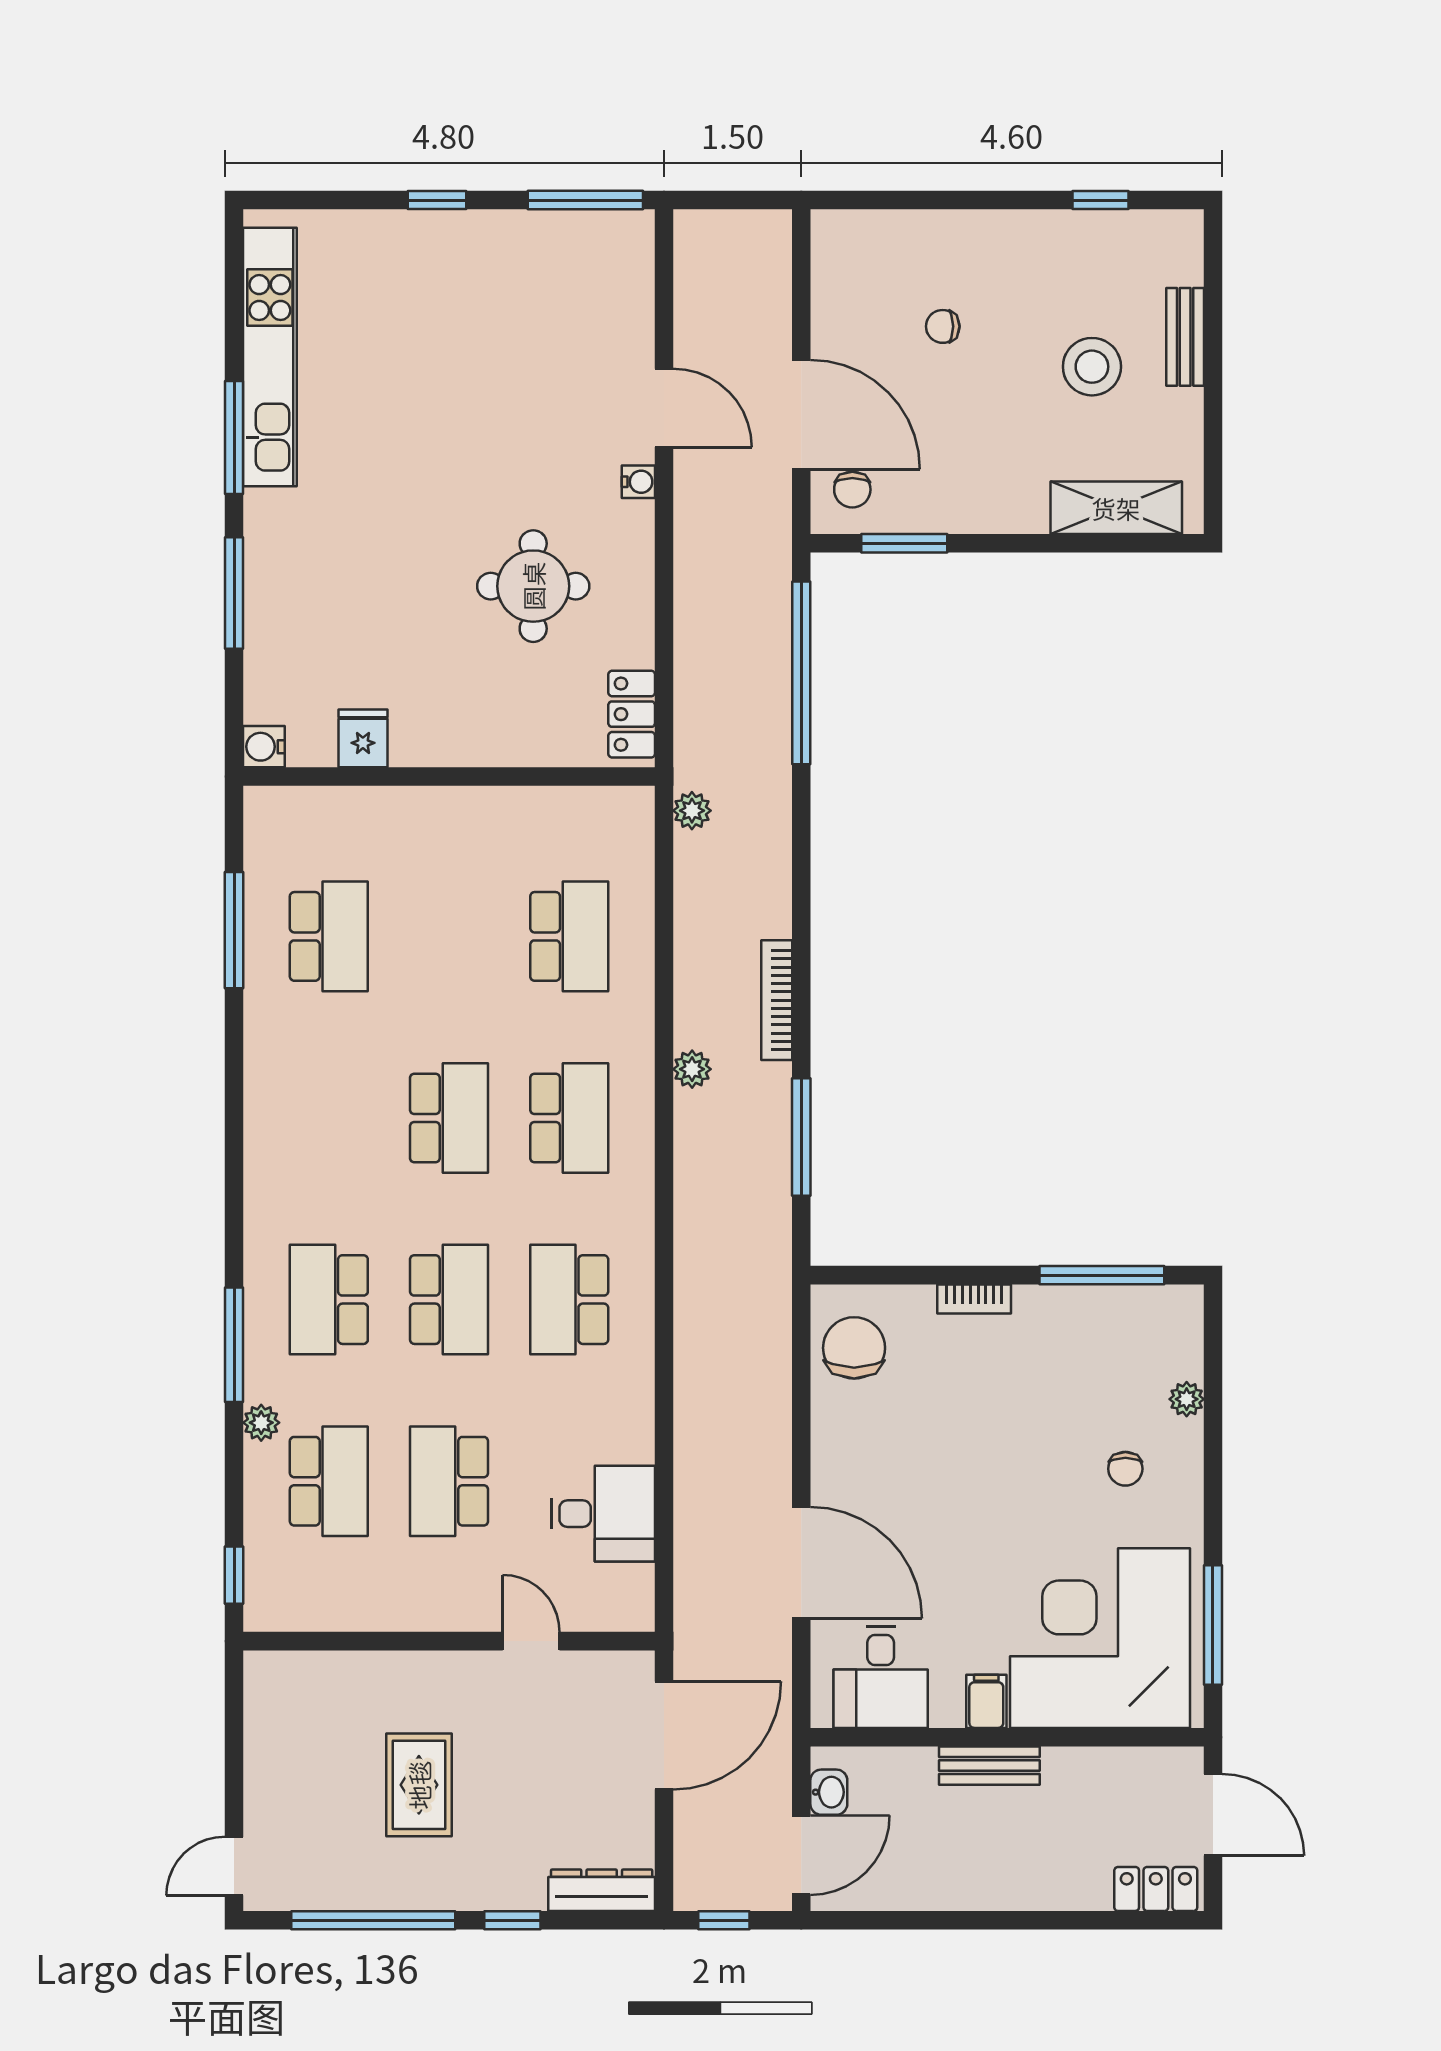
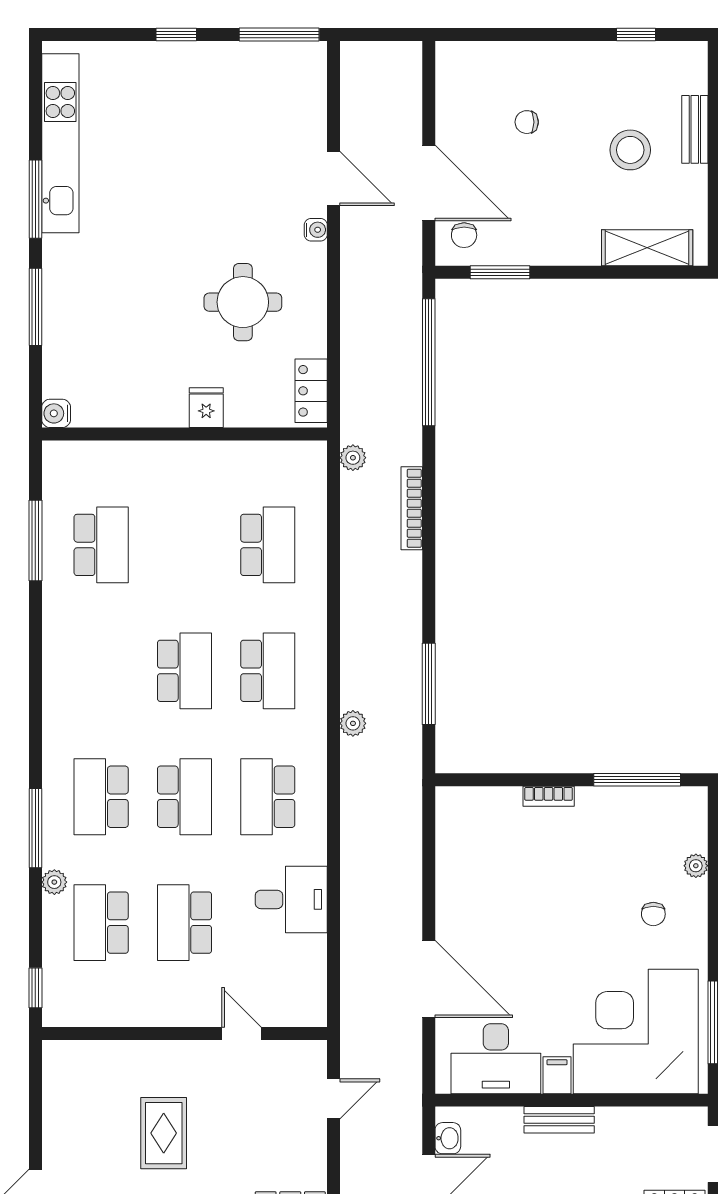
fridge: (363, 738) -> (206, 408), moved
bookcase: (777, 1000) -> (412, 508), moved
plant: (692, 1069) -> (353, 723), moved
chair: (854, 1348) -> (465, 830), removed
school desk: (329, 1481) -> (101, 923), turned 180
desk: (603, 1514) -> (291, 899), moved
desk: (881, 1677) -> (496, 1059), width x1.37
door: (664, 1735) -> (334, 1099), width x0.53

